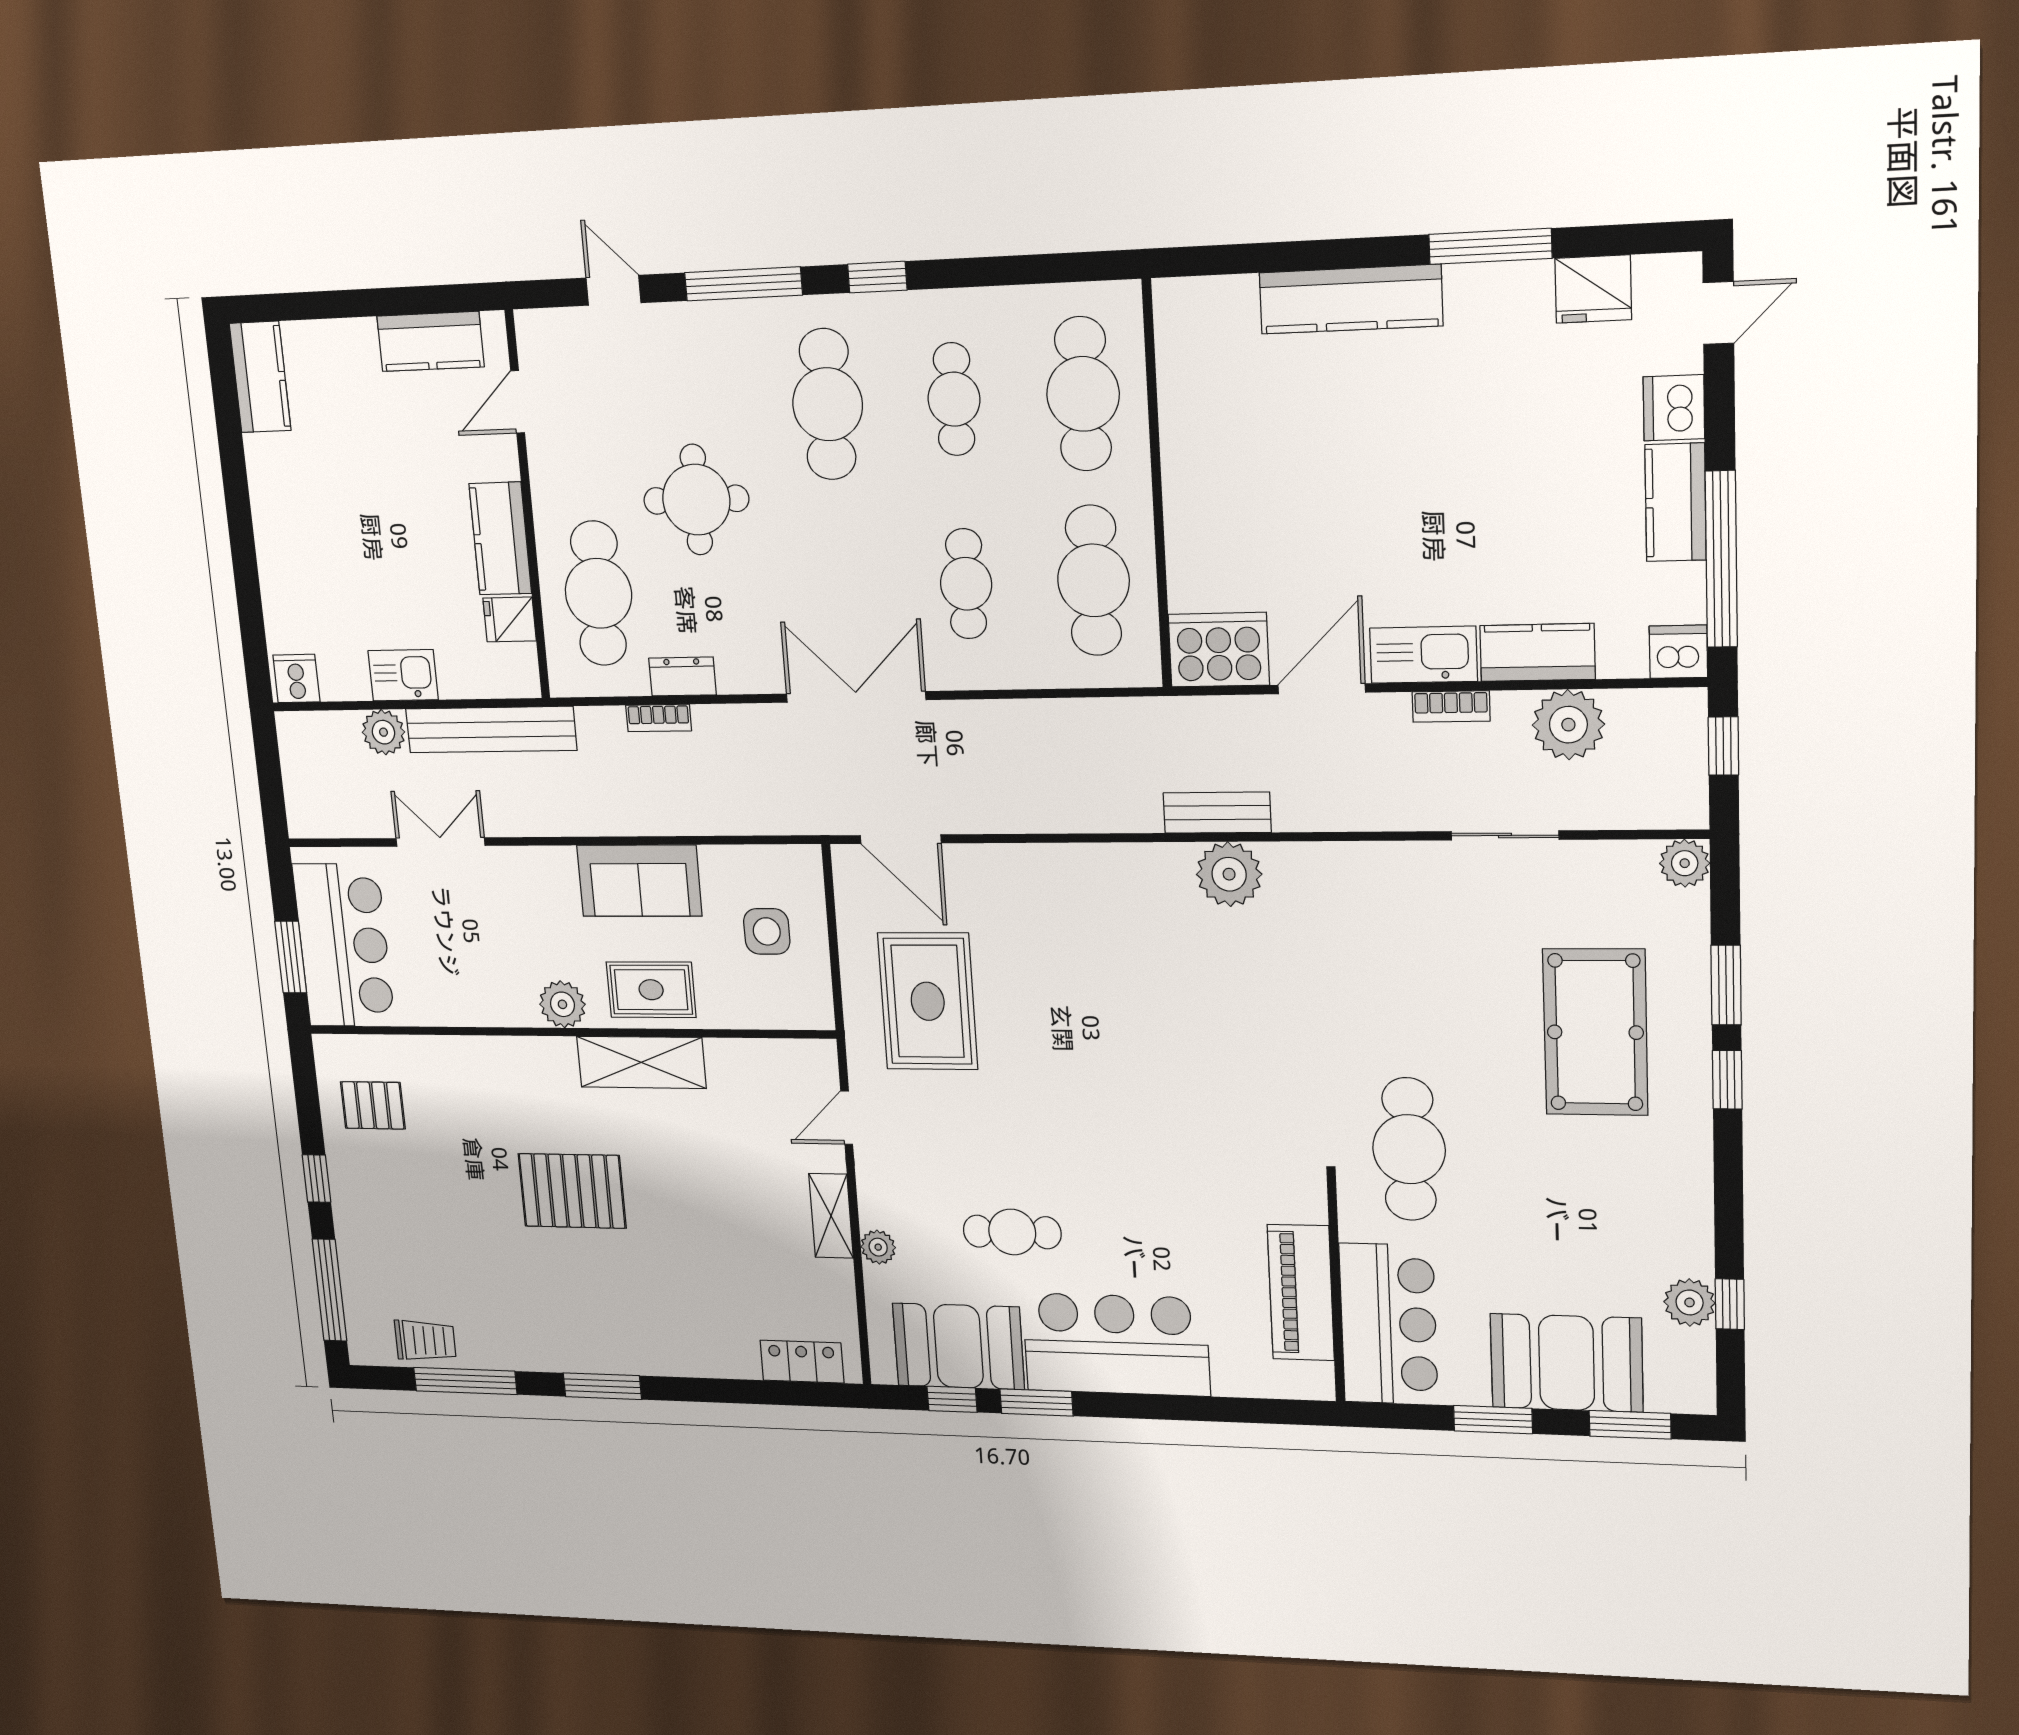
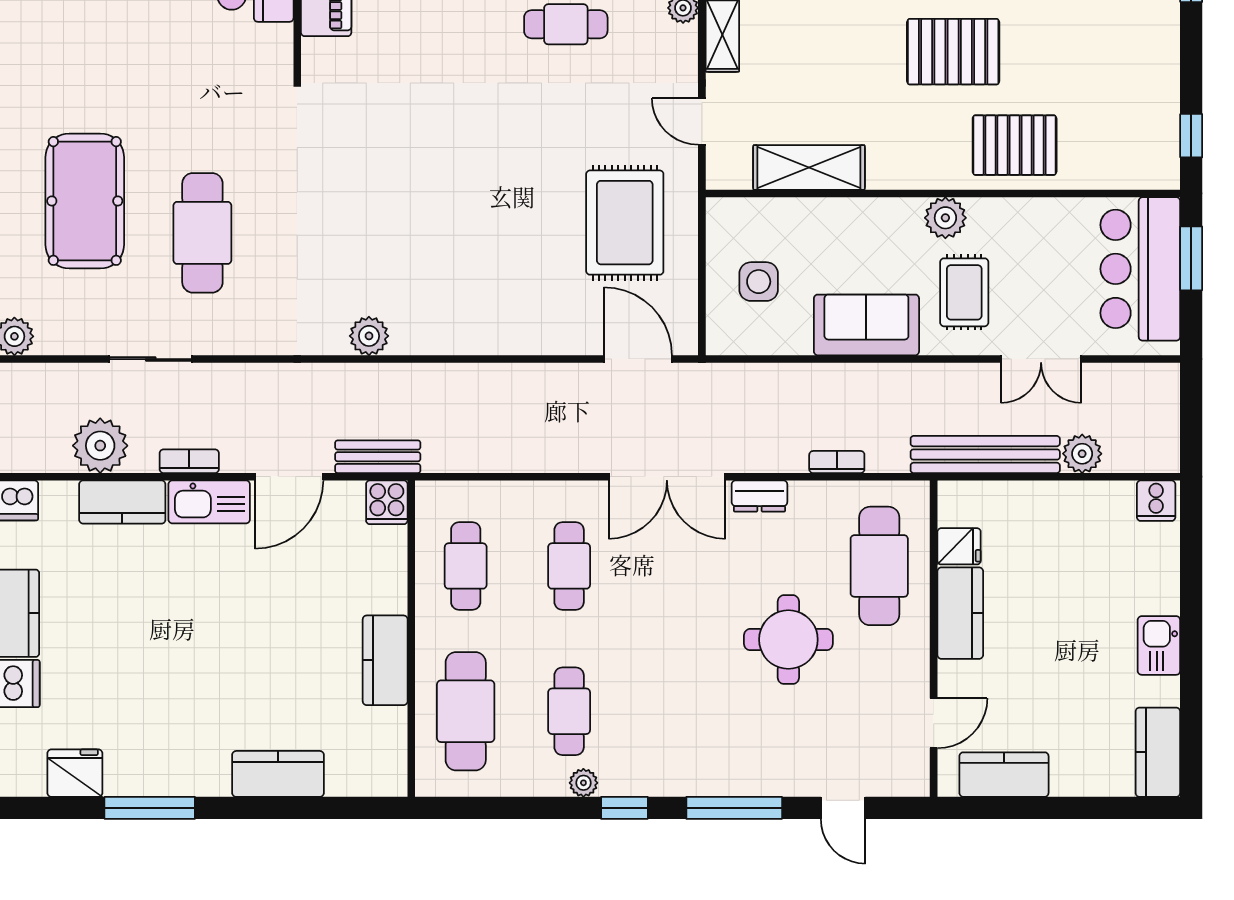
kitchen counter: (1351, 299) -> (278, 774), width x0.67
plant: (930, 307) -> (583, 783), added
cafe table: (828, 404) -> (672, 711), removed
kitchen counter: (1189, 456) -> (385, 660), added
cafe table: (1093, 580) -> (466, 566), width x0.73, depth x0.74
cooker: (1219, 650) -> (387, 502), width x0.53, depth x0.76
kitchen sink: (403, 675) -> (1159, 645), moved, turned 90
dresser: (683, 676) -> (759, 496), moved
bench: (1217, 813) -> (378, 457), moved
plant: (1229, 874) -> (369, 336), width x0.73, depth x0.73
rug: (651, 990) -> (964, 292), moved, turned 90
shelving: (641, 1062) -> (809, 167), moved
pallet: (373, 1105) -> (1015, 145), moved, width x1.50, depth x1.42
door: (847, 1118) -> (702, 121), swing flipped
cafe table: (1409, 1149) -> (202, 233), moved
window: (316, 1178) -> (1191, 136), moved

